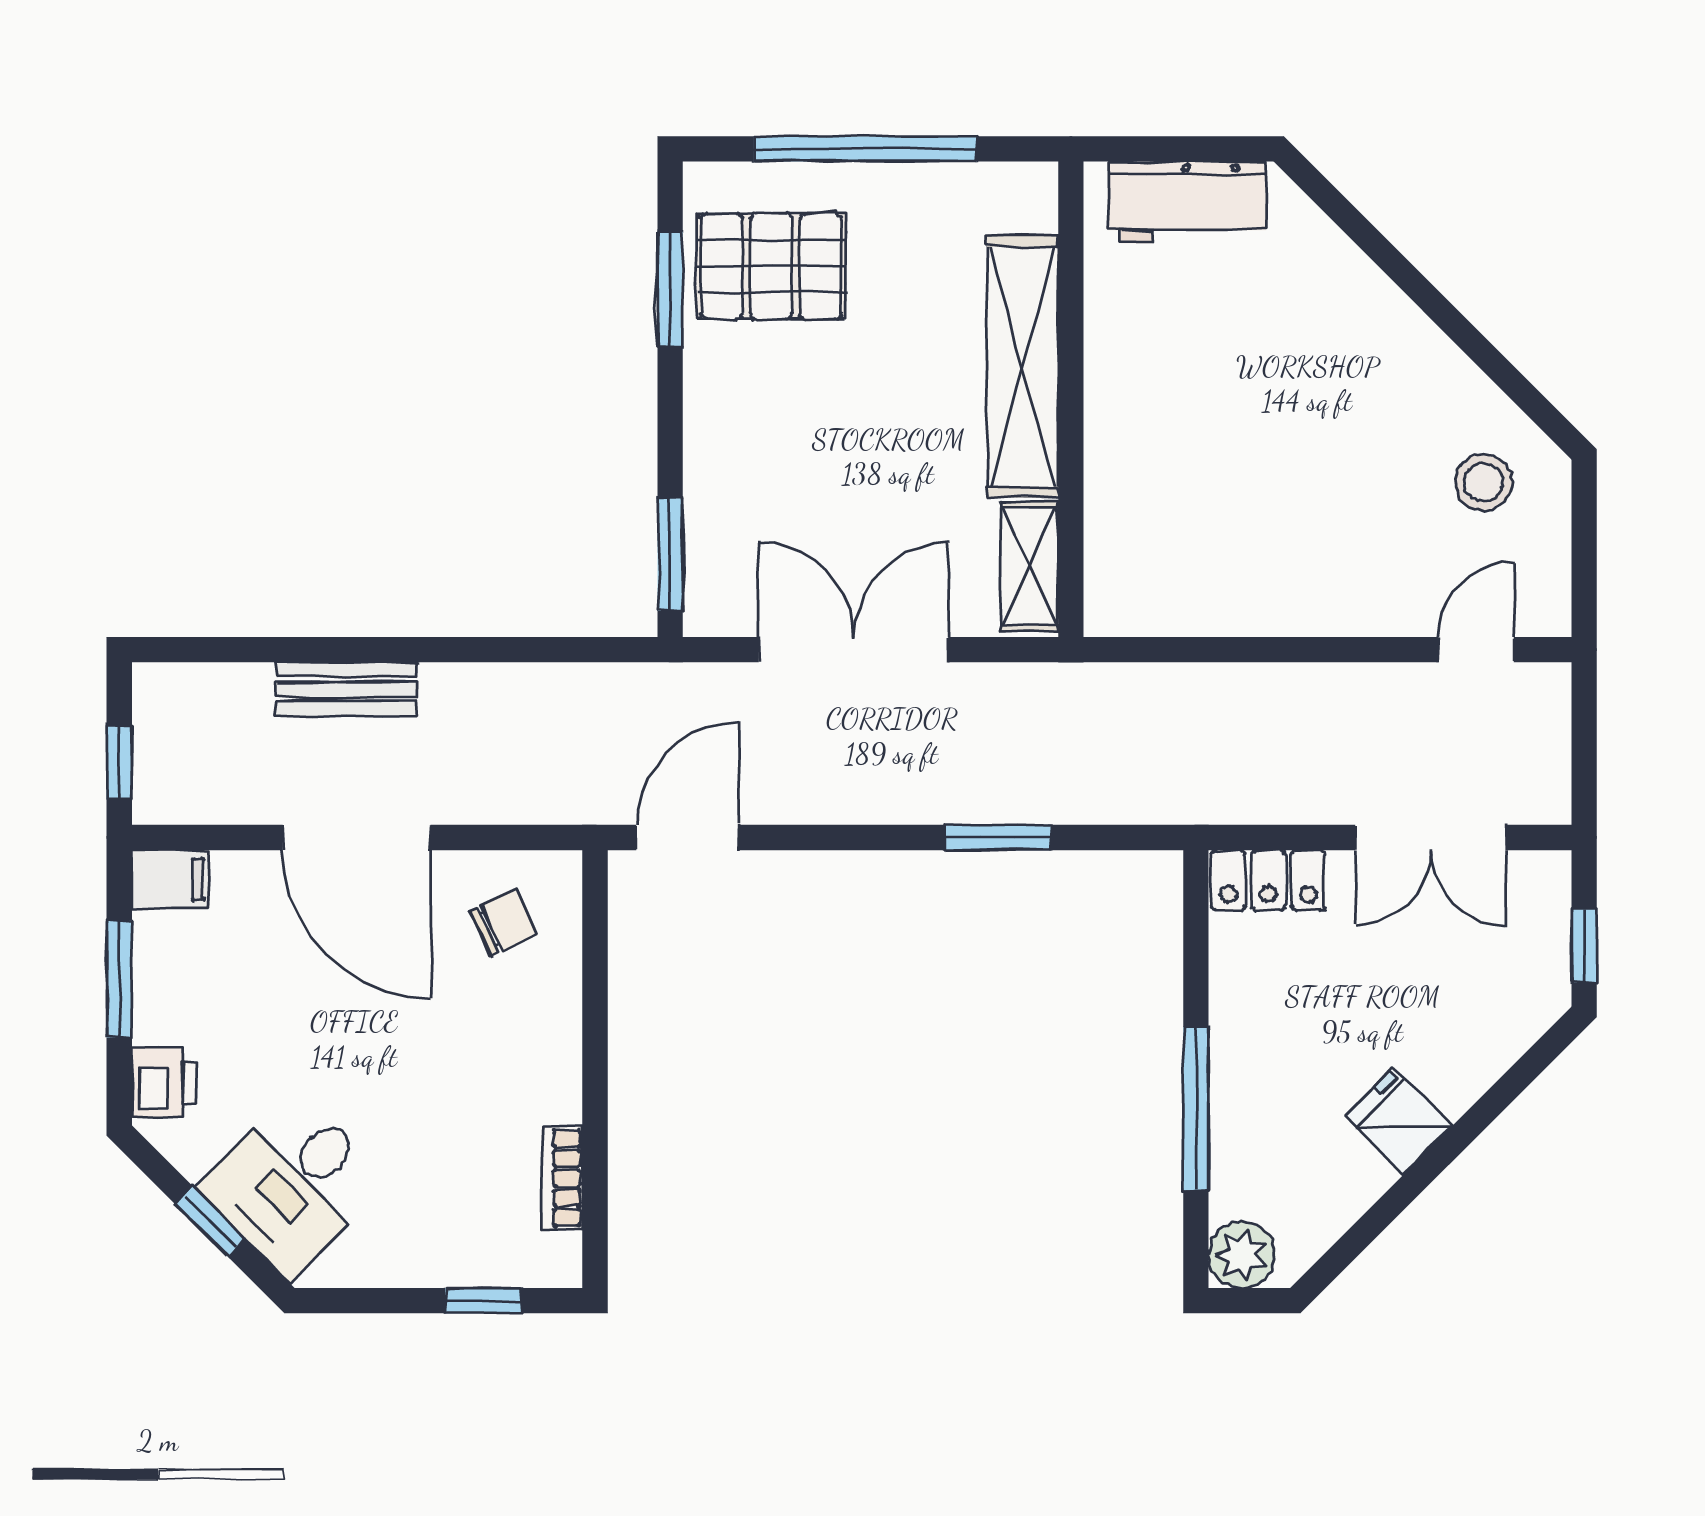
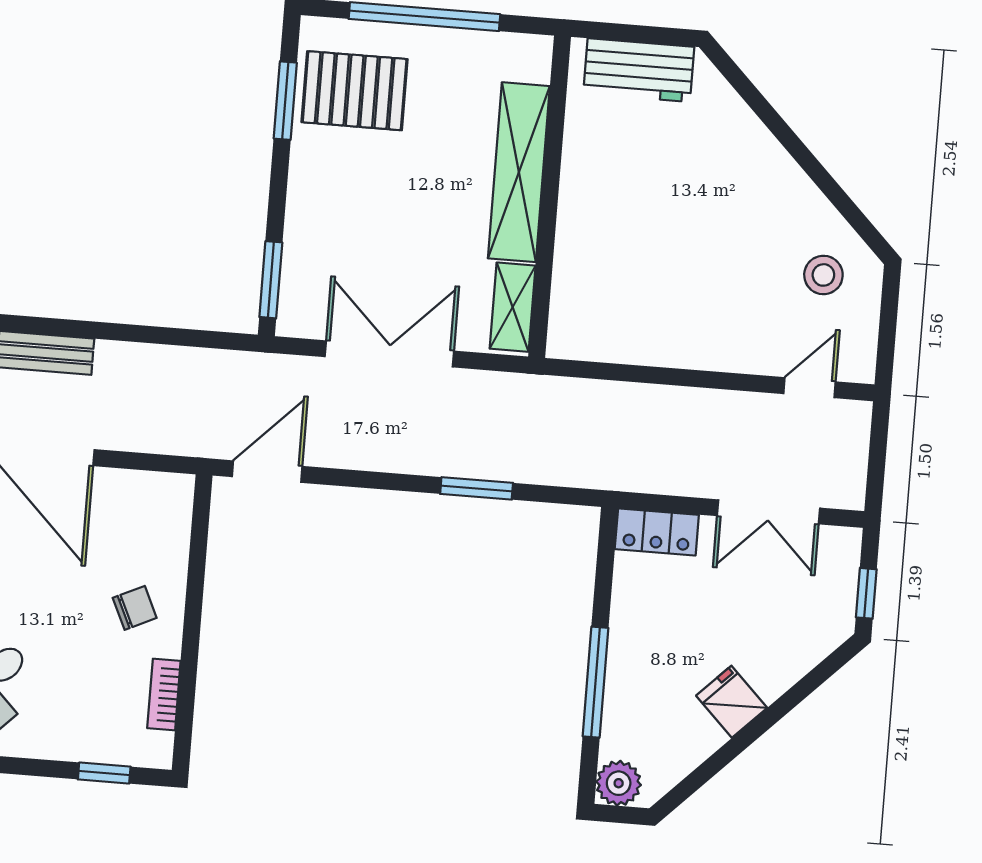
chair: (504, 923) -> (135, 608), moved

